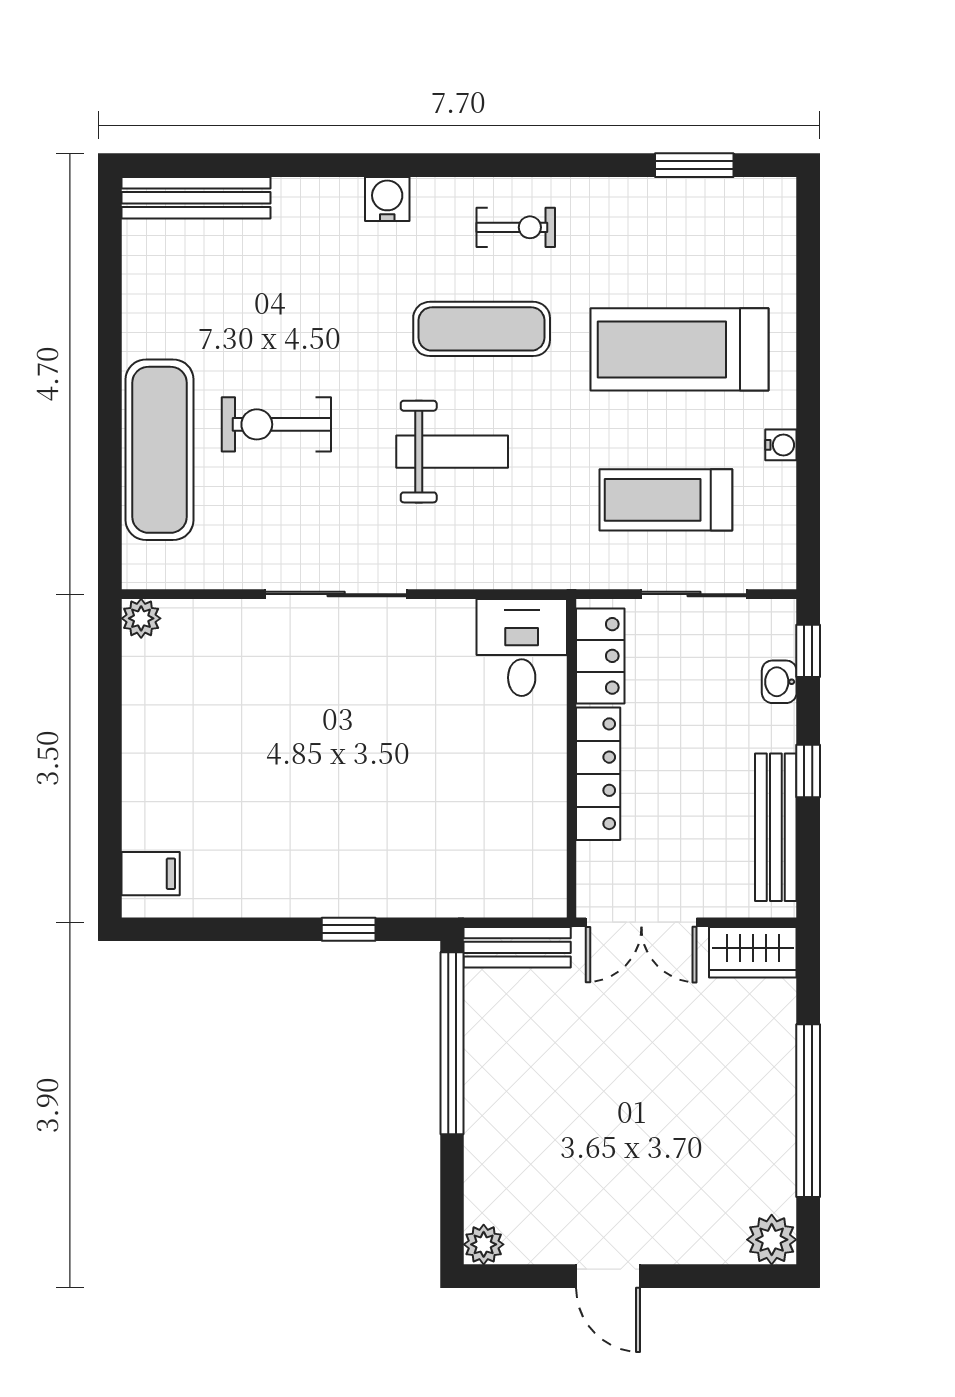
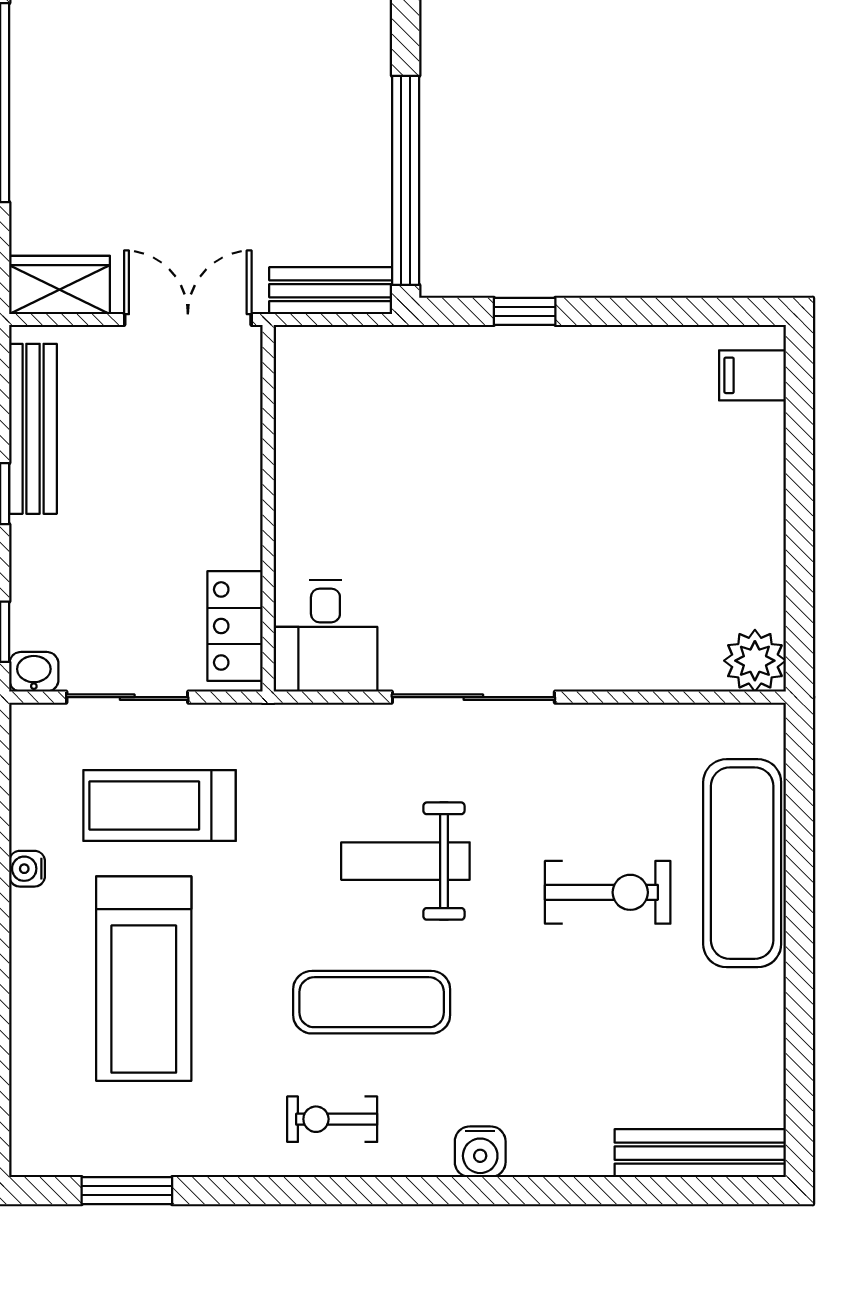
treadmill: (680, 349) -> (144, 979), turned 90
treadmill: (666, 500) -> (159, 805), turned 180
sliding door: (336, 594) -> (473, 697), moved
plant: (141, 618) -> (755, 661), width x1.38, depth x1.38
washbasin: (779, 682) -> (34, 672), moved, turned -90
locker: (598, 774) -> (237, 490), removed

